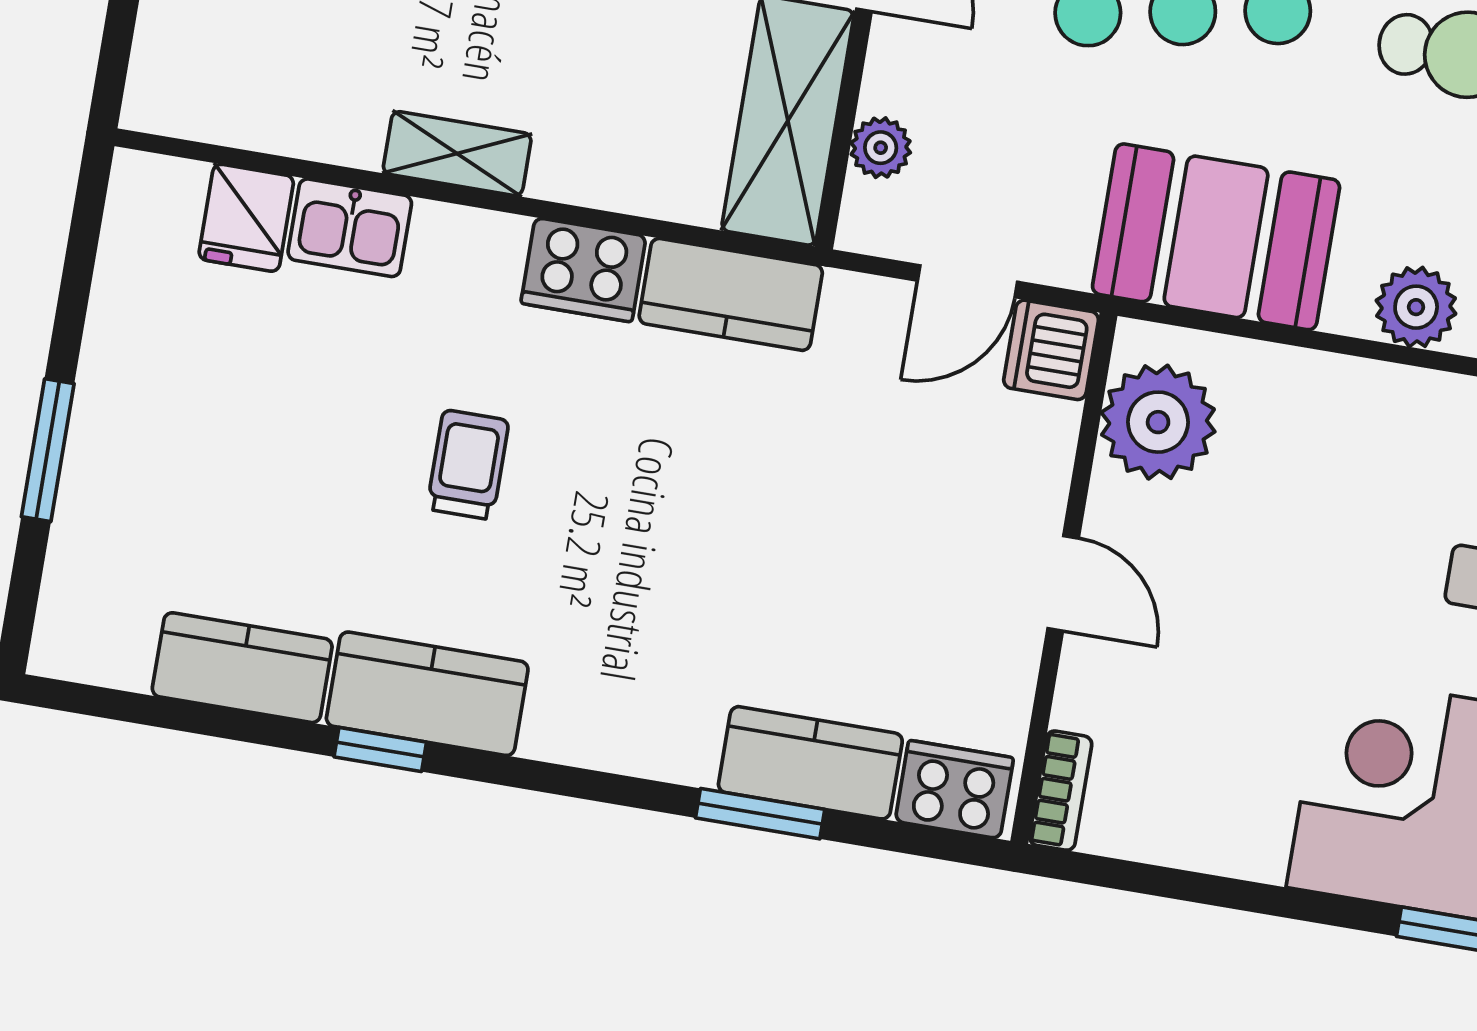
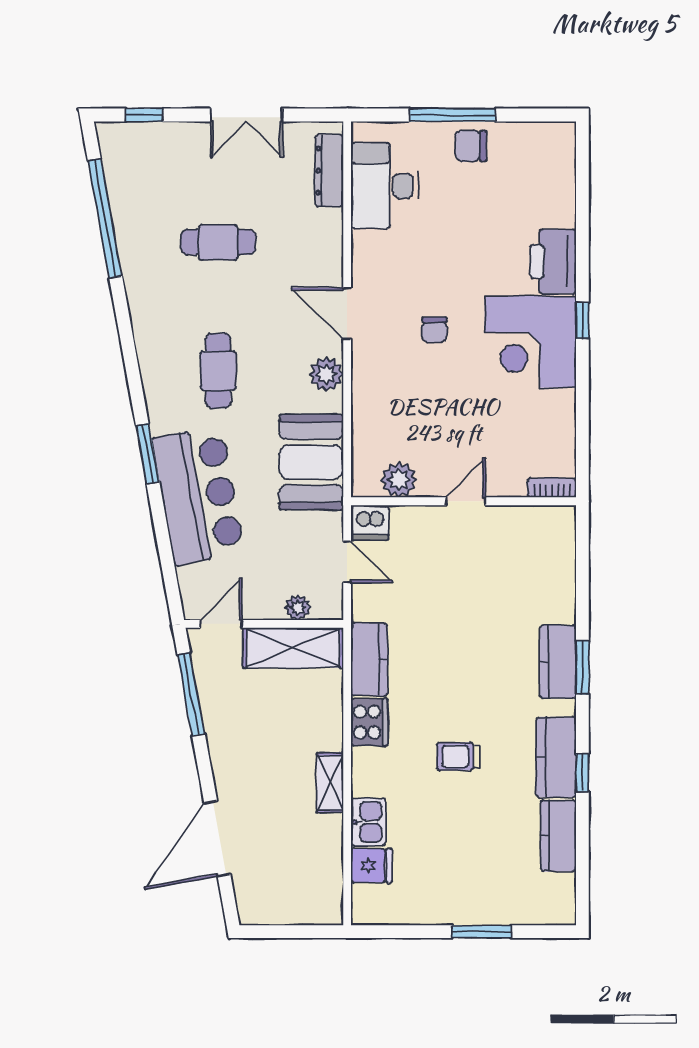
plant: (1158, 422) -> (399, 480), width x0.73, depth x0.73
kitchen counter: (810, 763) -> (558, 662), moved
cooker: (954, 790) -> (559, 532), removed
window: (760, 814) -> (582, 668), moved

